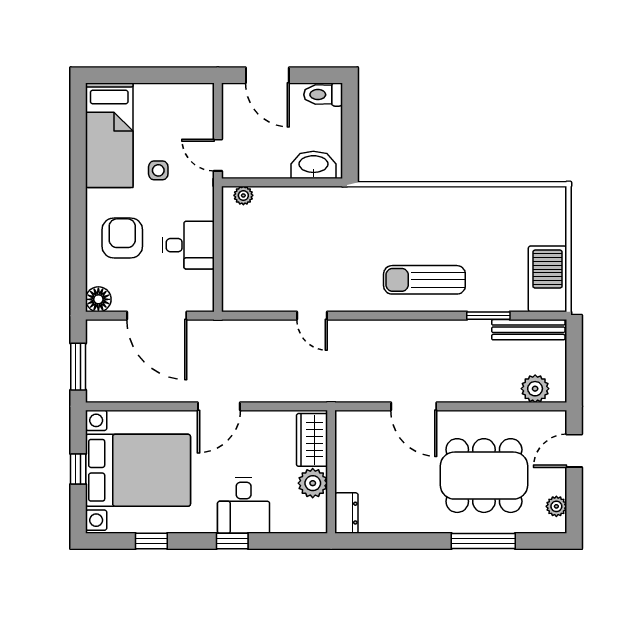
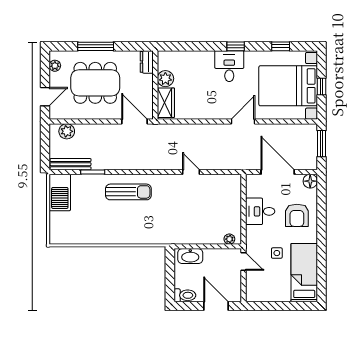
wardrobe: (312, 440) -> (166, 103), moved
wall: (331, 472) -> (155, 85), moved
plant: (313, 483) -> (165, 79), moved
dresser: (346, 513) -> (147, 62), moved

